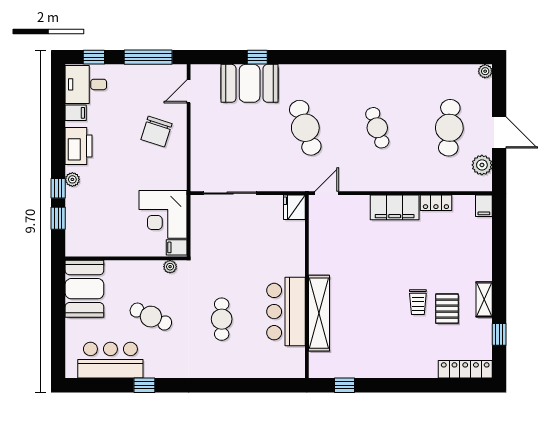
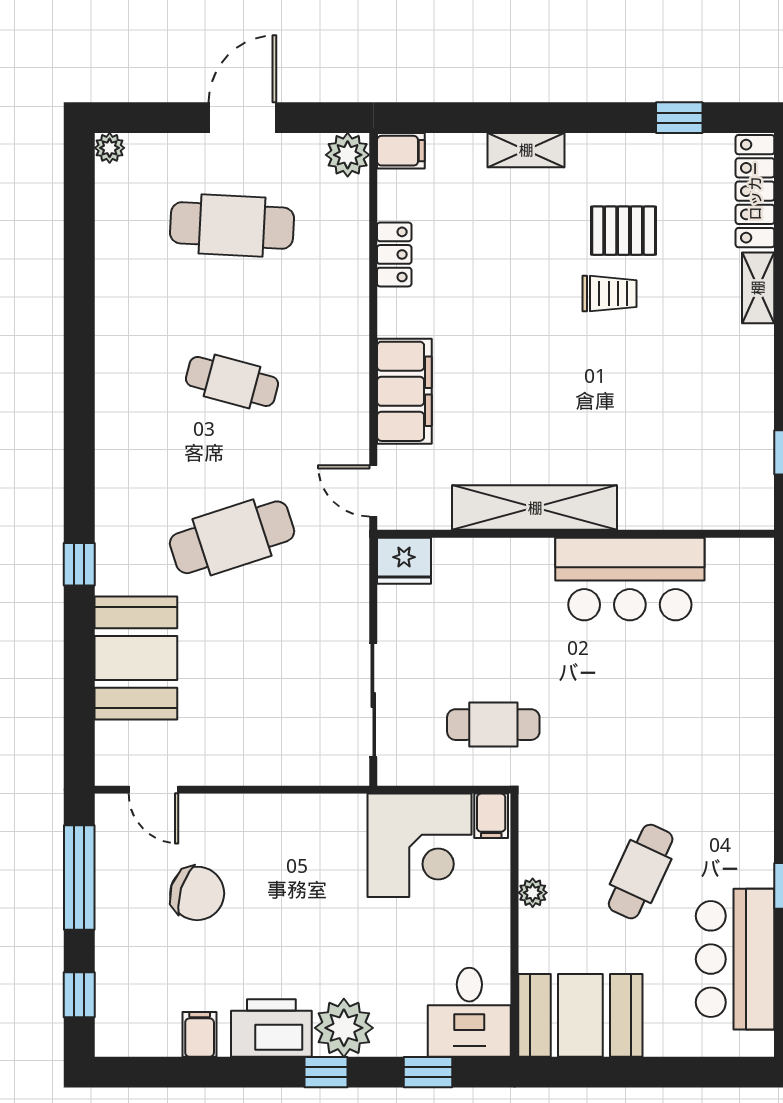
window: (257, 57) -> (79, 564), moved
desk: (86, 84) -> (469, 1012), moved
cafe table: (377, 128) -> (232, 381), turned 33
chair: (156, 132) -> (197, 893), moved
plant: (482, 165) -> (348, 155), moved
plant: (72, 179) -> (344, 1028), width x1.88, depth x1.88
window: (58, 188) -> (326, 1072), moved
filing cabinet: (395, 207) -> (404, 391), moved
plant: (170, 267) -> (533, 893), moved
shelving: (484, 299) -> (526, 150), moved
shelving: (319, 313) -> (535, 508), moved
cafe table: (222, 319) -> (493, 725), moved
shelving: (421, 371) -> (758, 288), added

